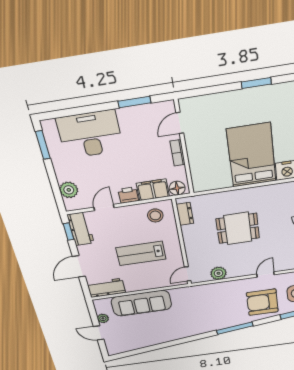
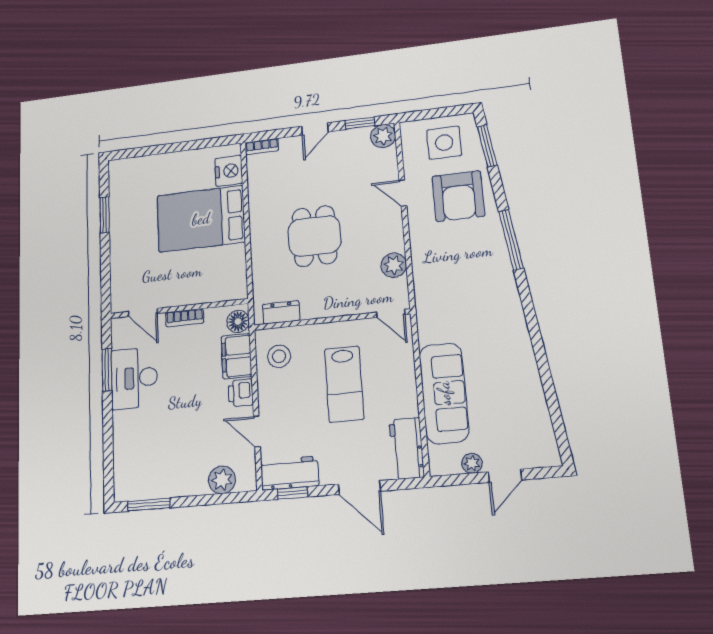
desk: (90, 134) -> (134, 378), moved, width x0.73, depth x0.77

